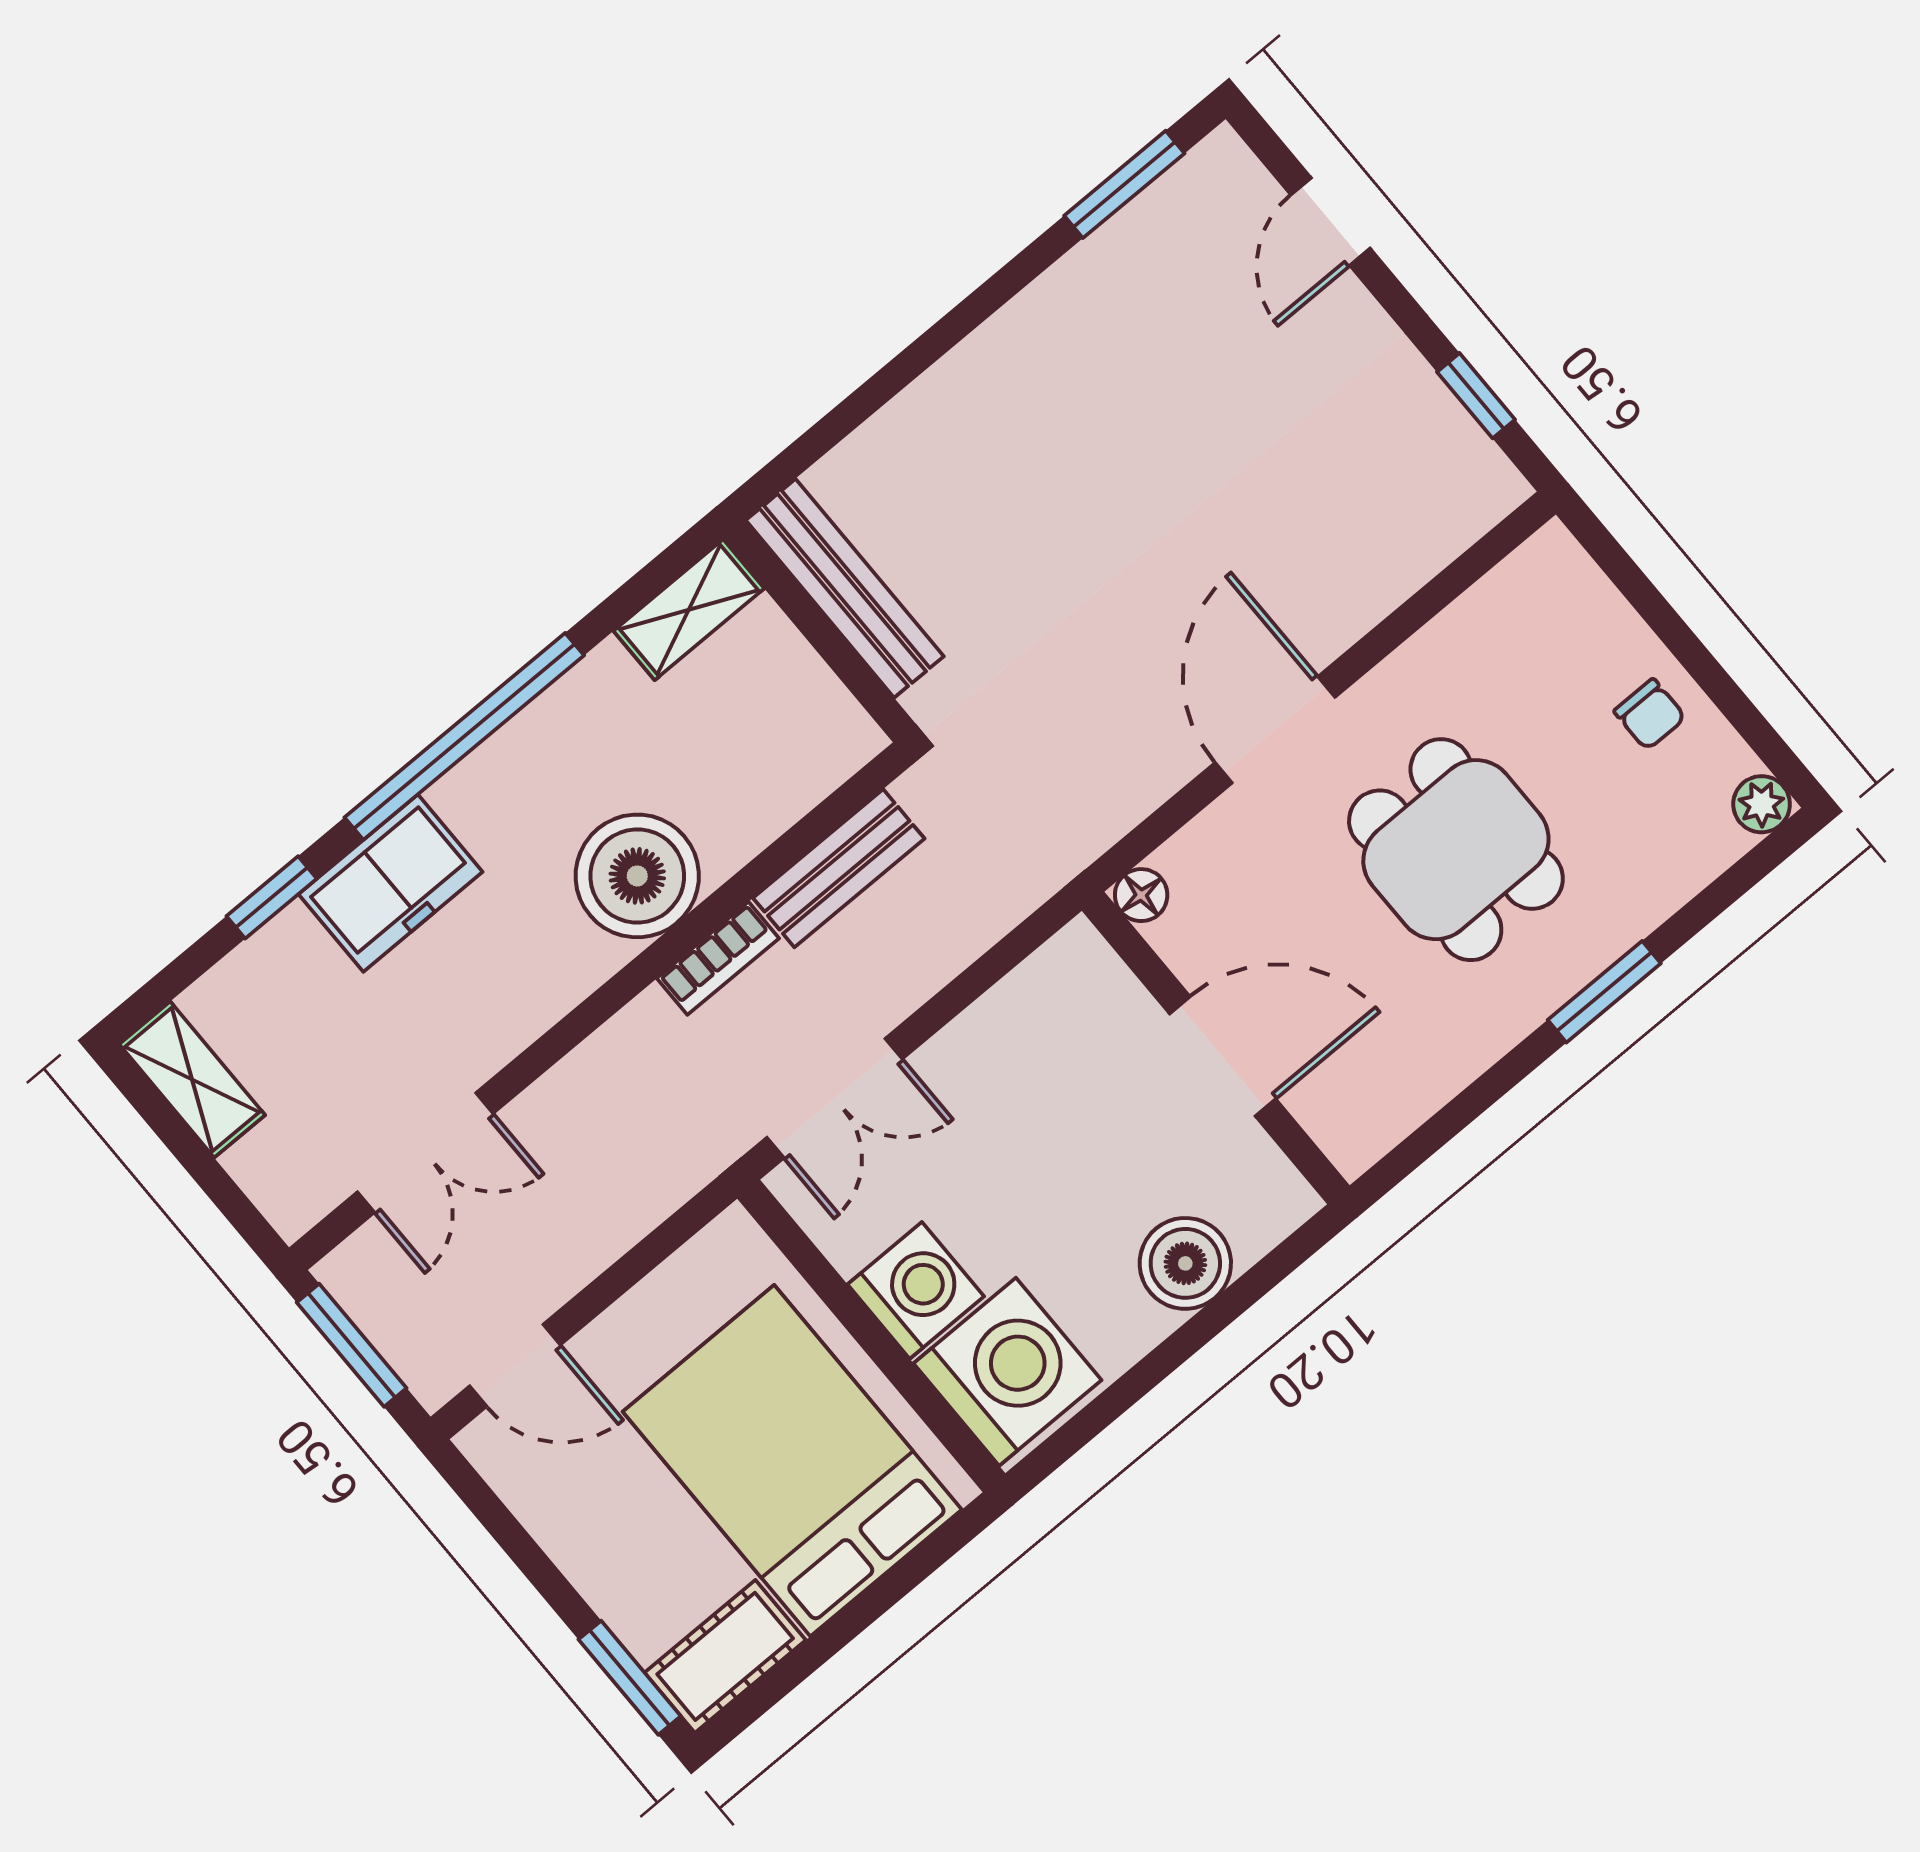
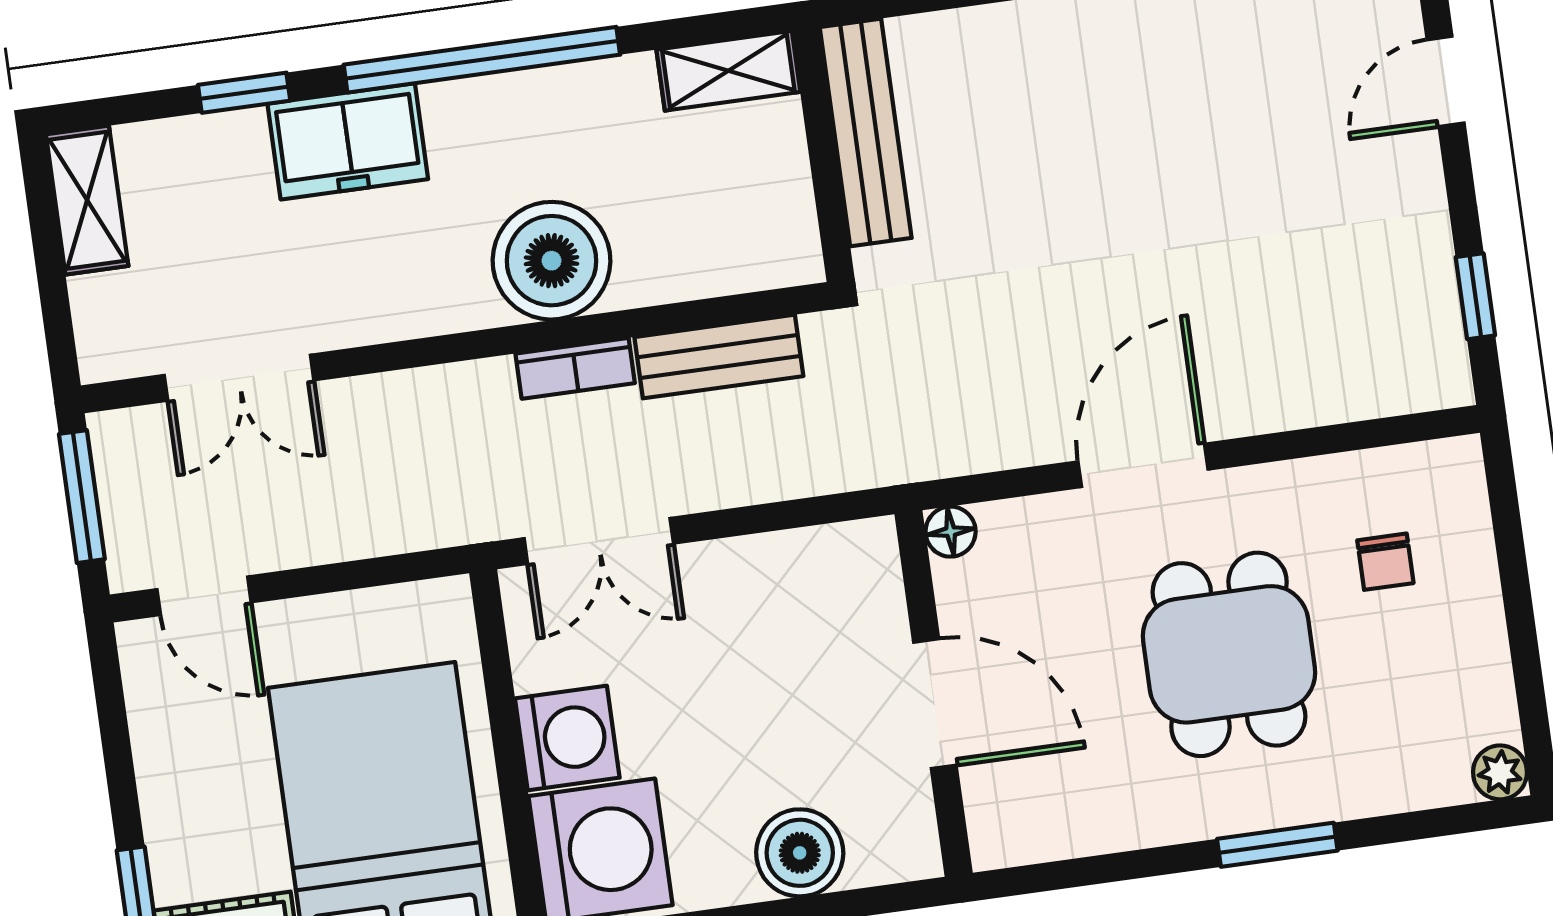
chair: (1650, 714) -> (1385, 562), moved

